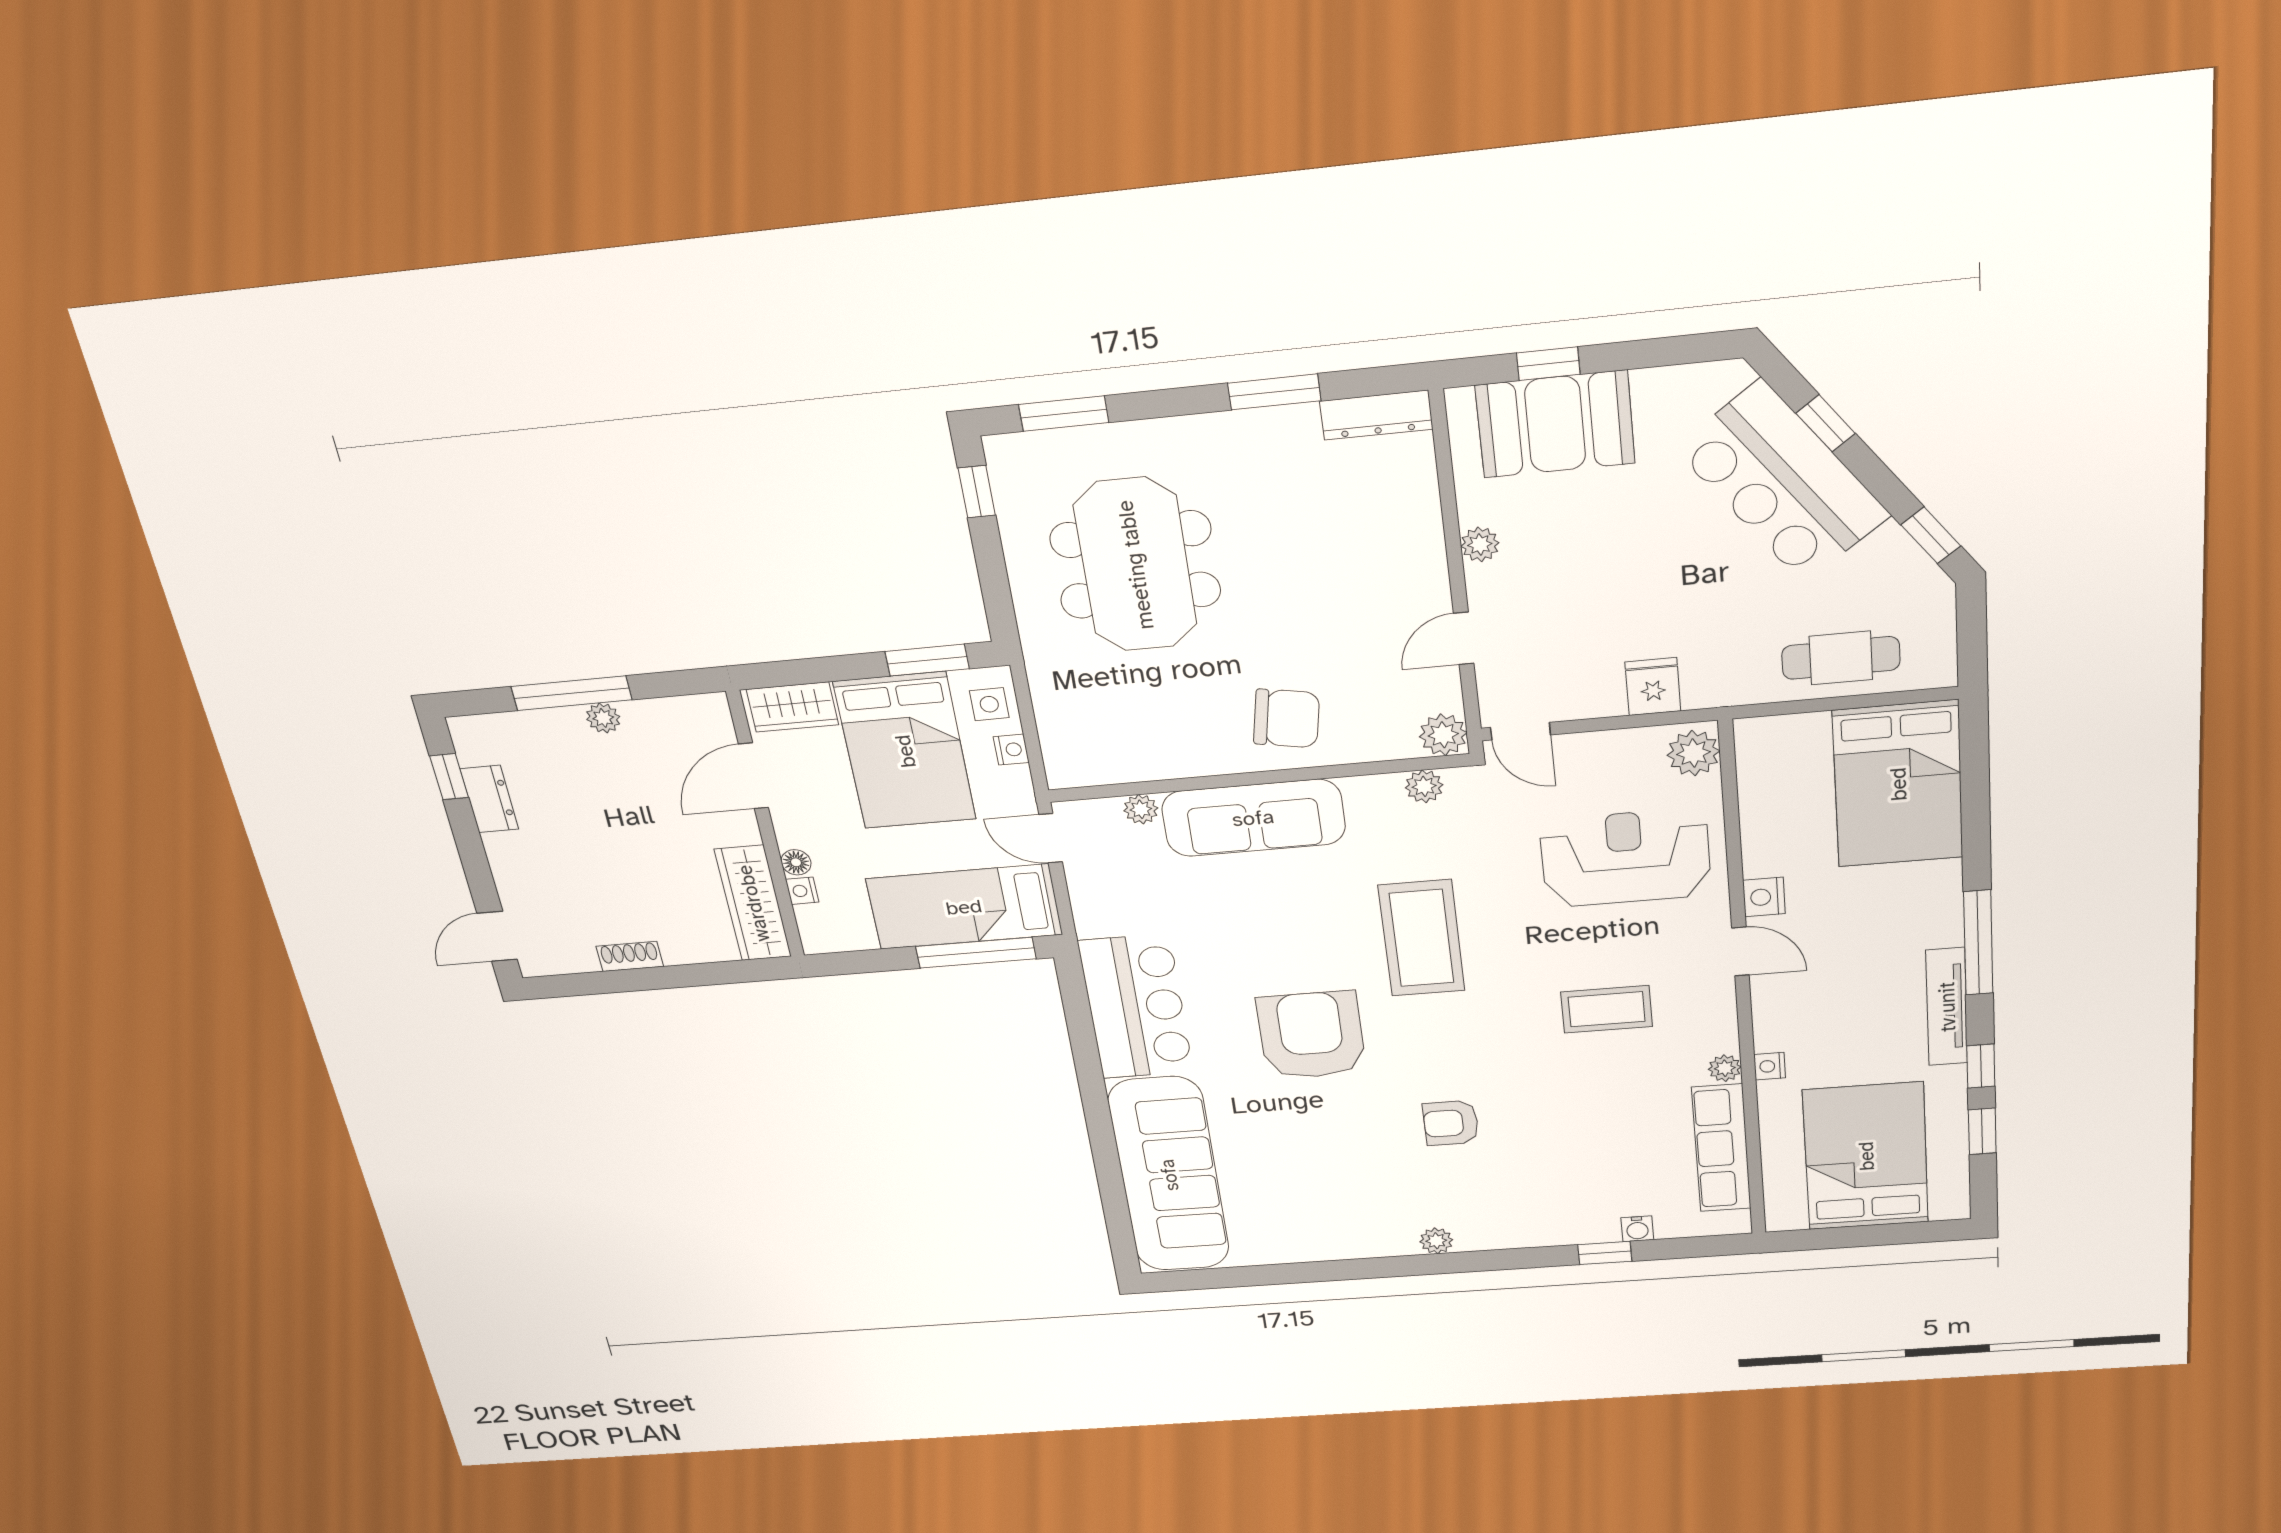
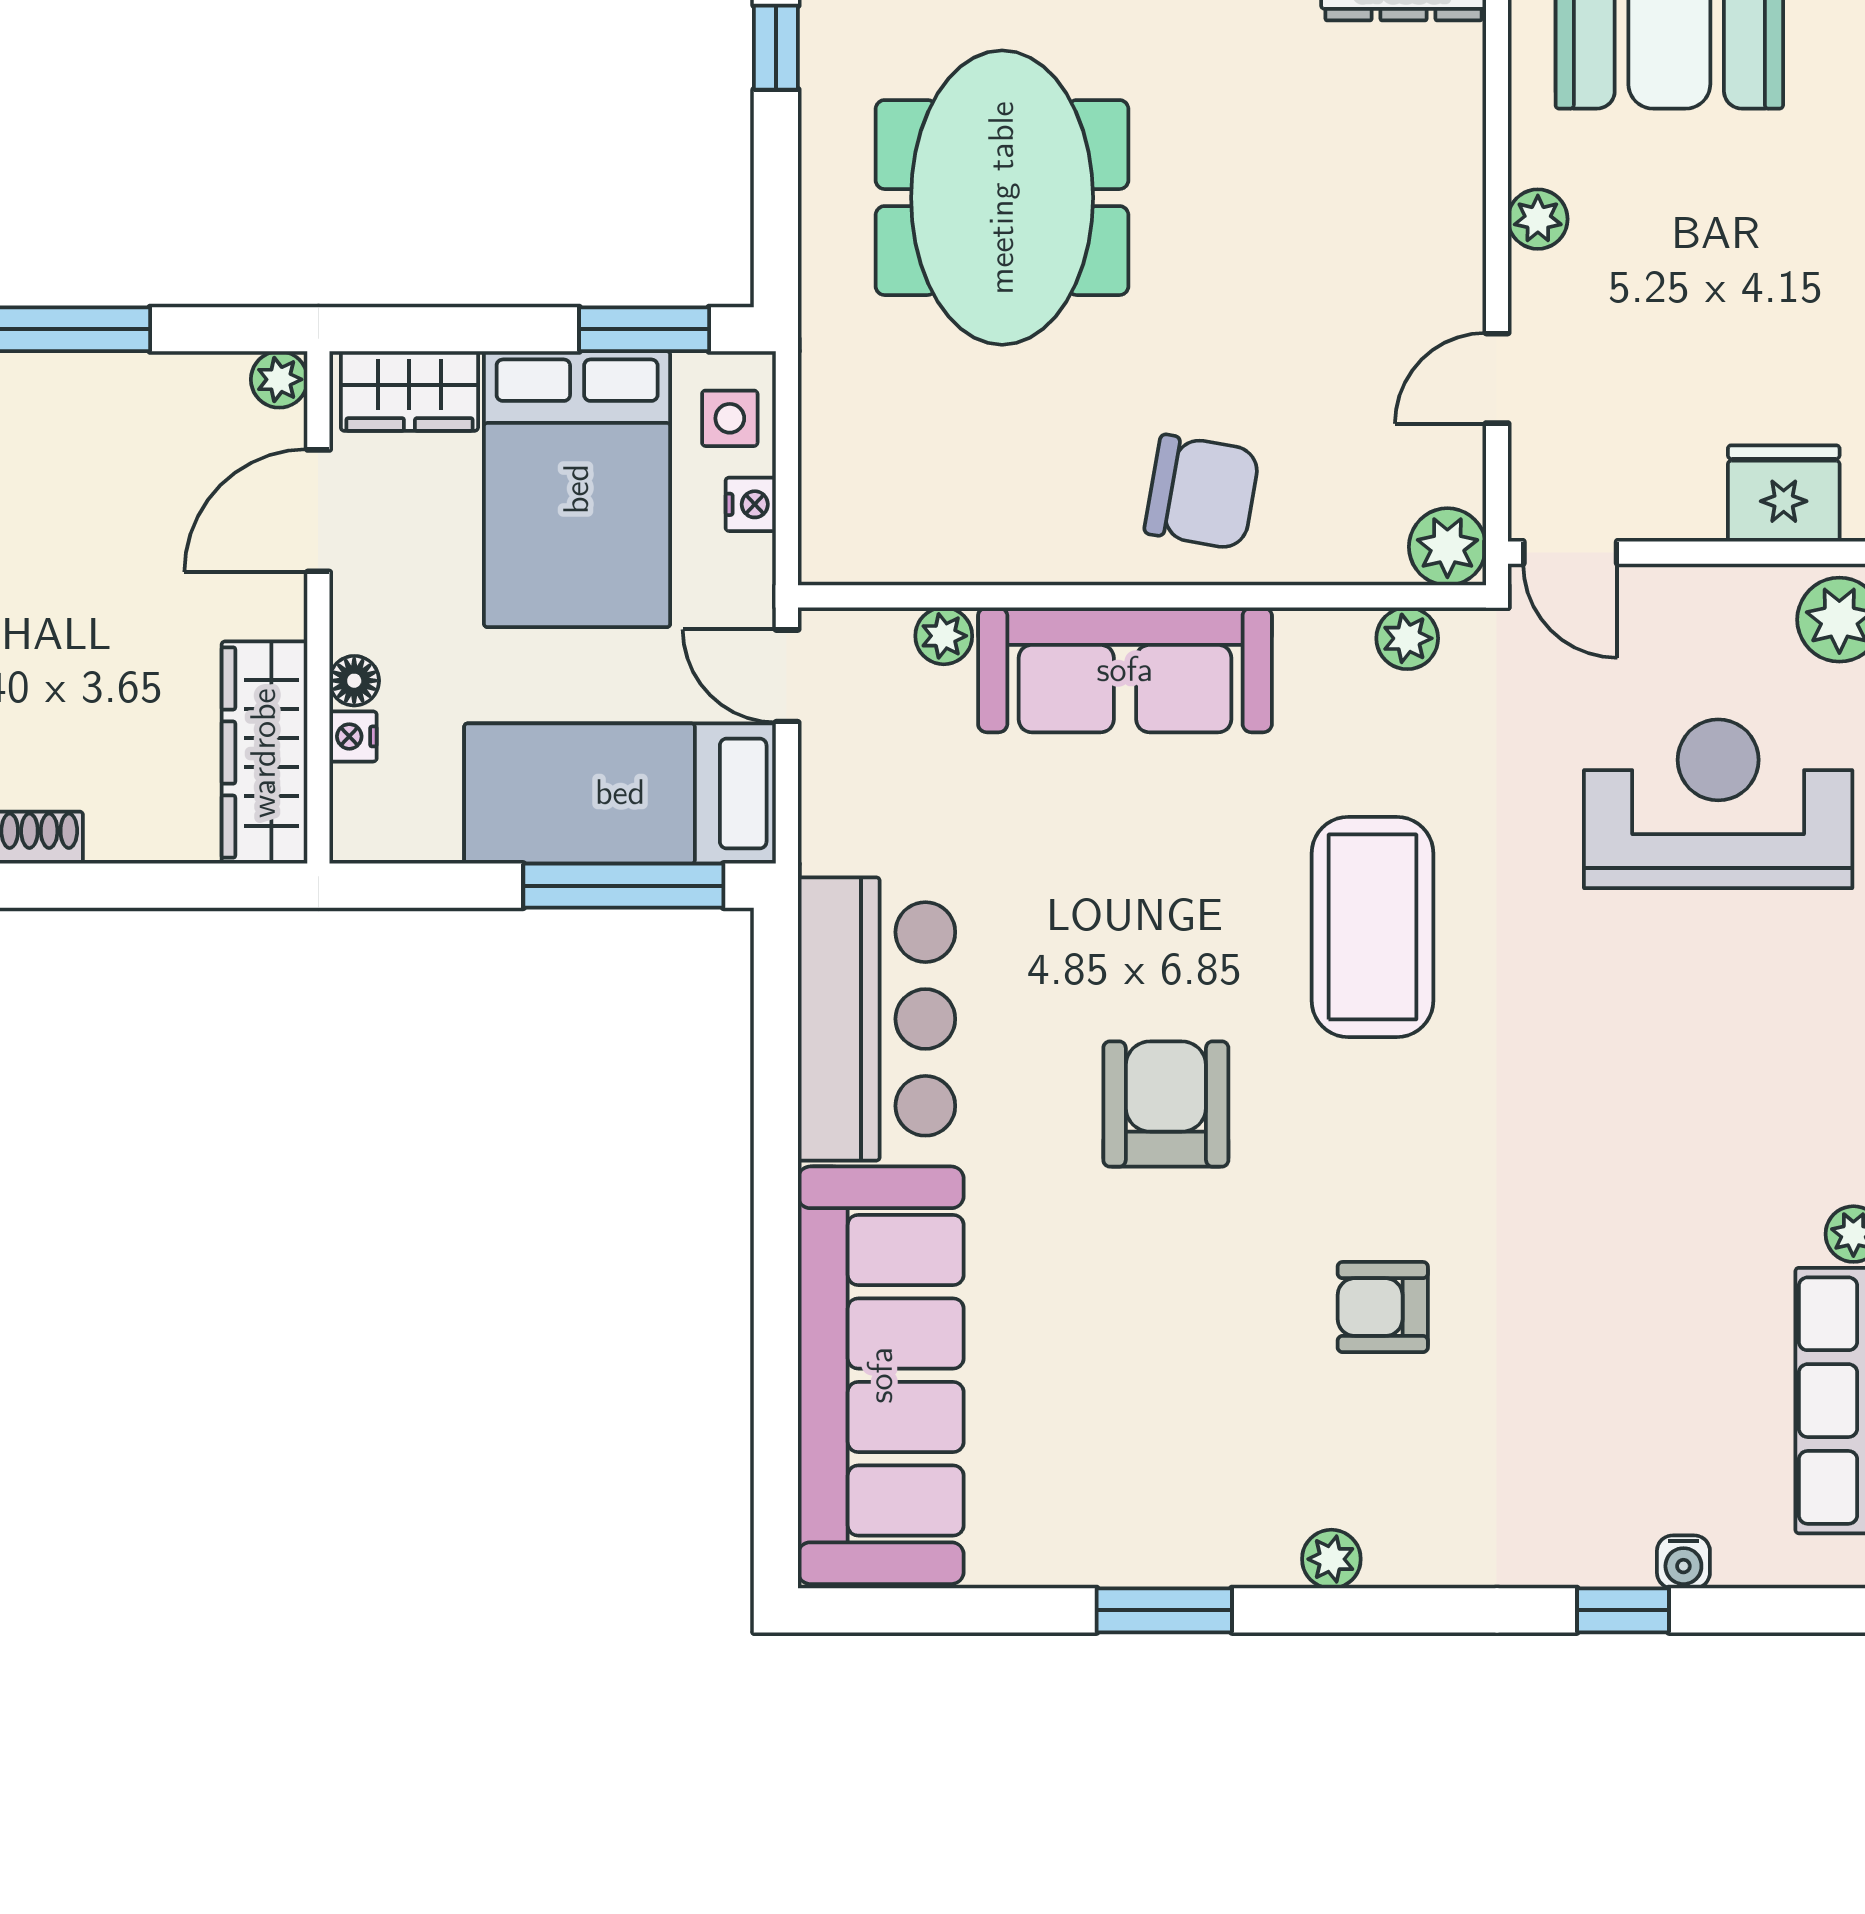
fridge: (1653, 687) -> (1784, 493), width x1.38
plant: (603, 718) -> (279, 379), moved
coffee table: (1607, 1009) -> (1665, 1097), removed
armchair: (1311, 1035) -> (1166, 1104), width x0.73, depth x0.73
window: (1345, 1270) -> (1164, 1610), added

